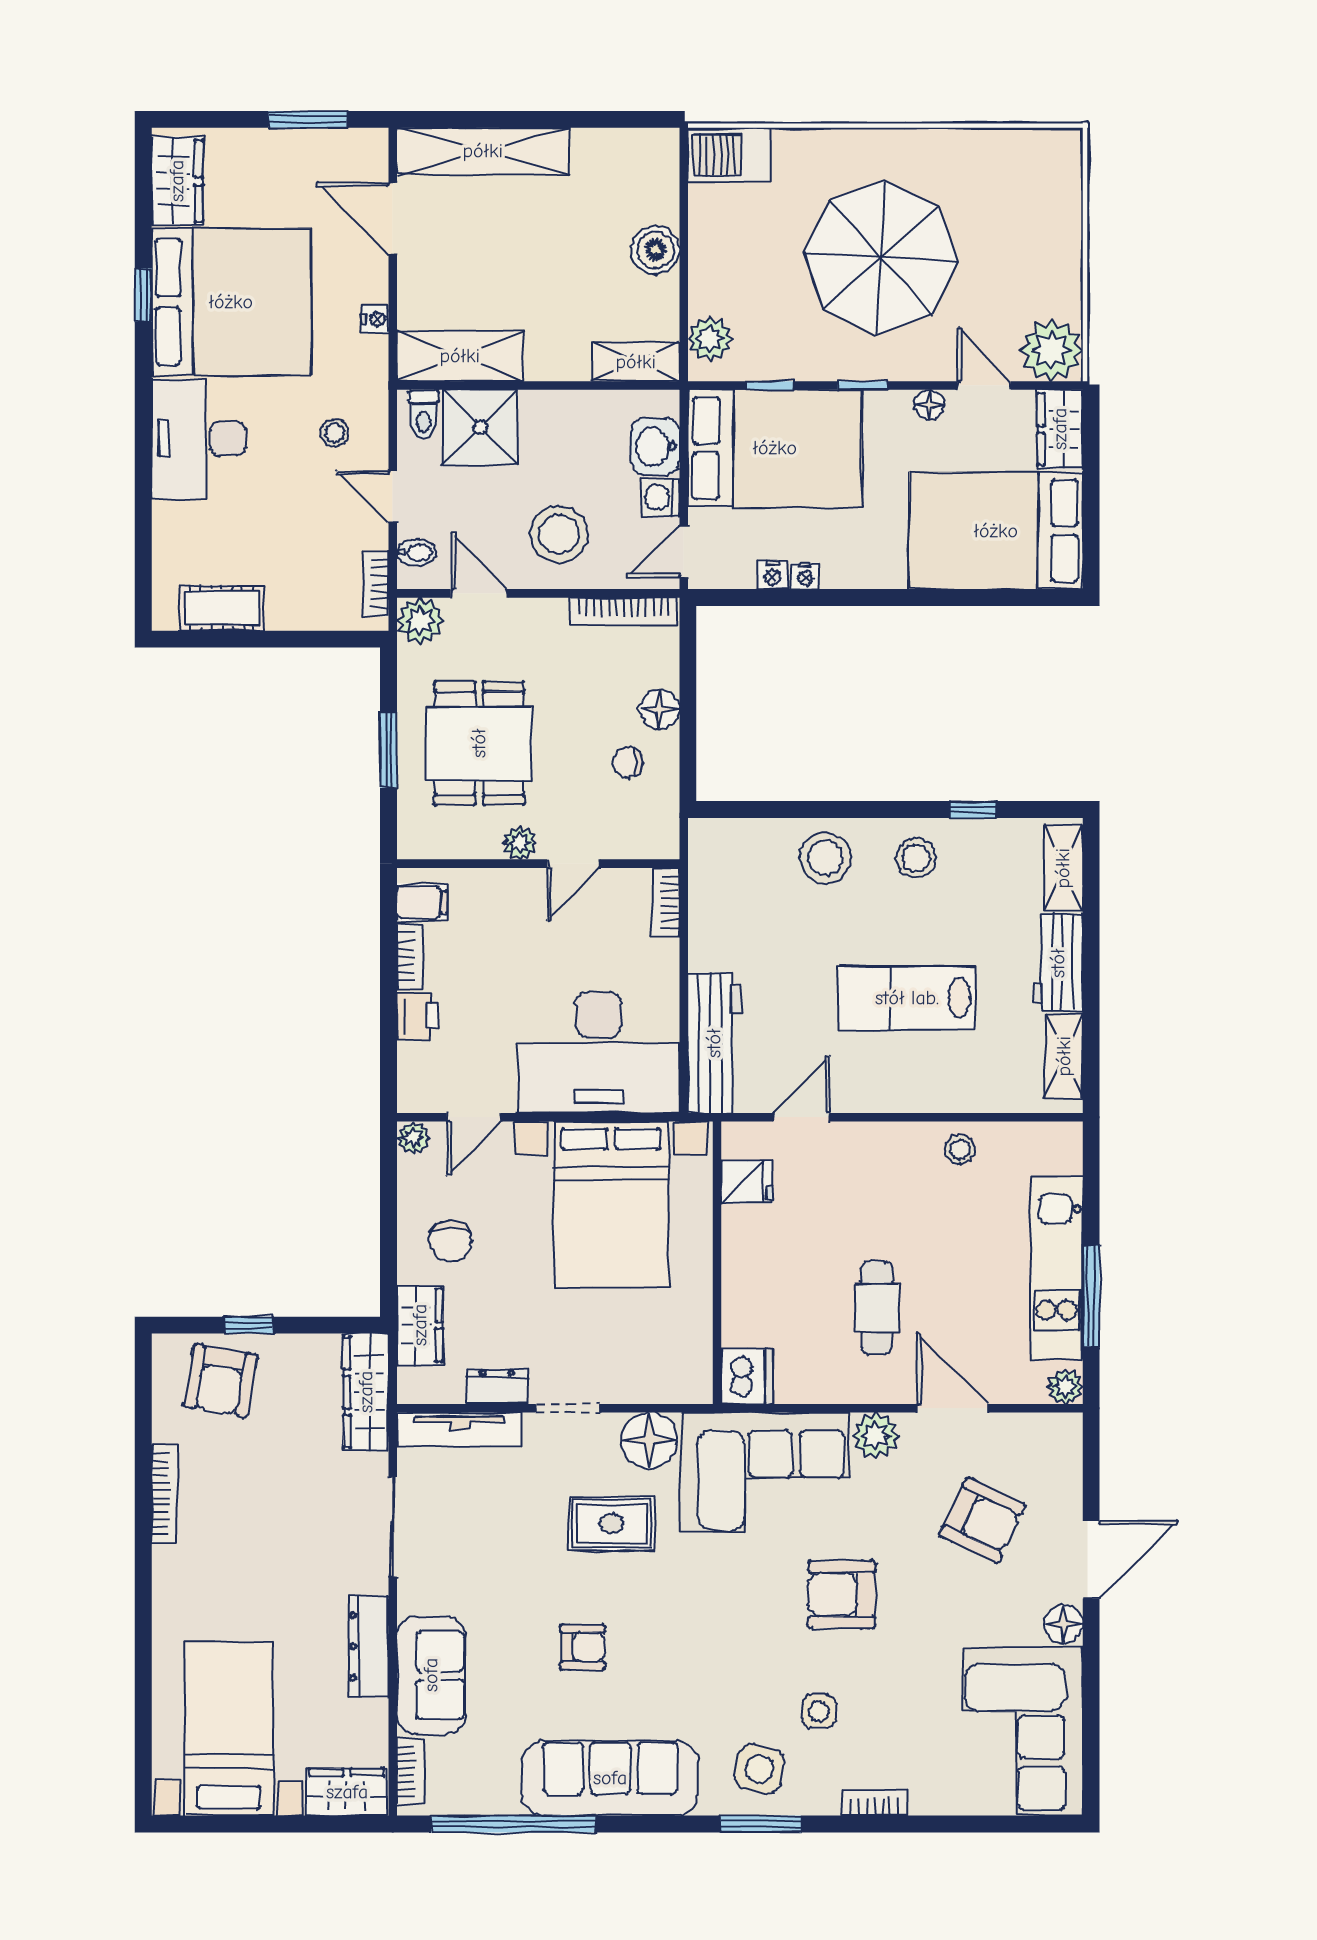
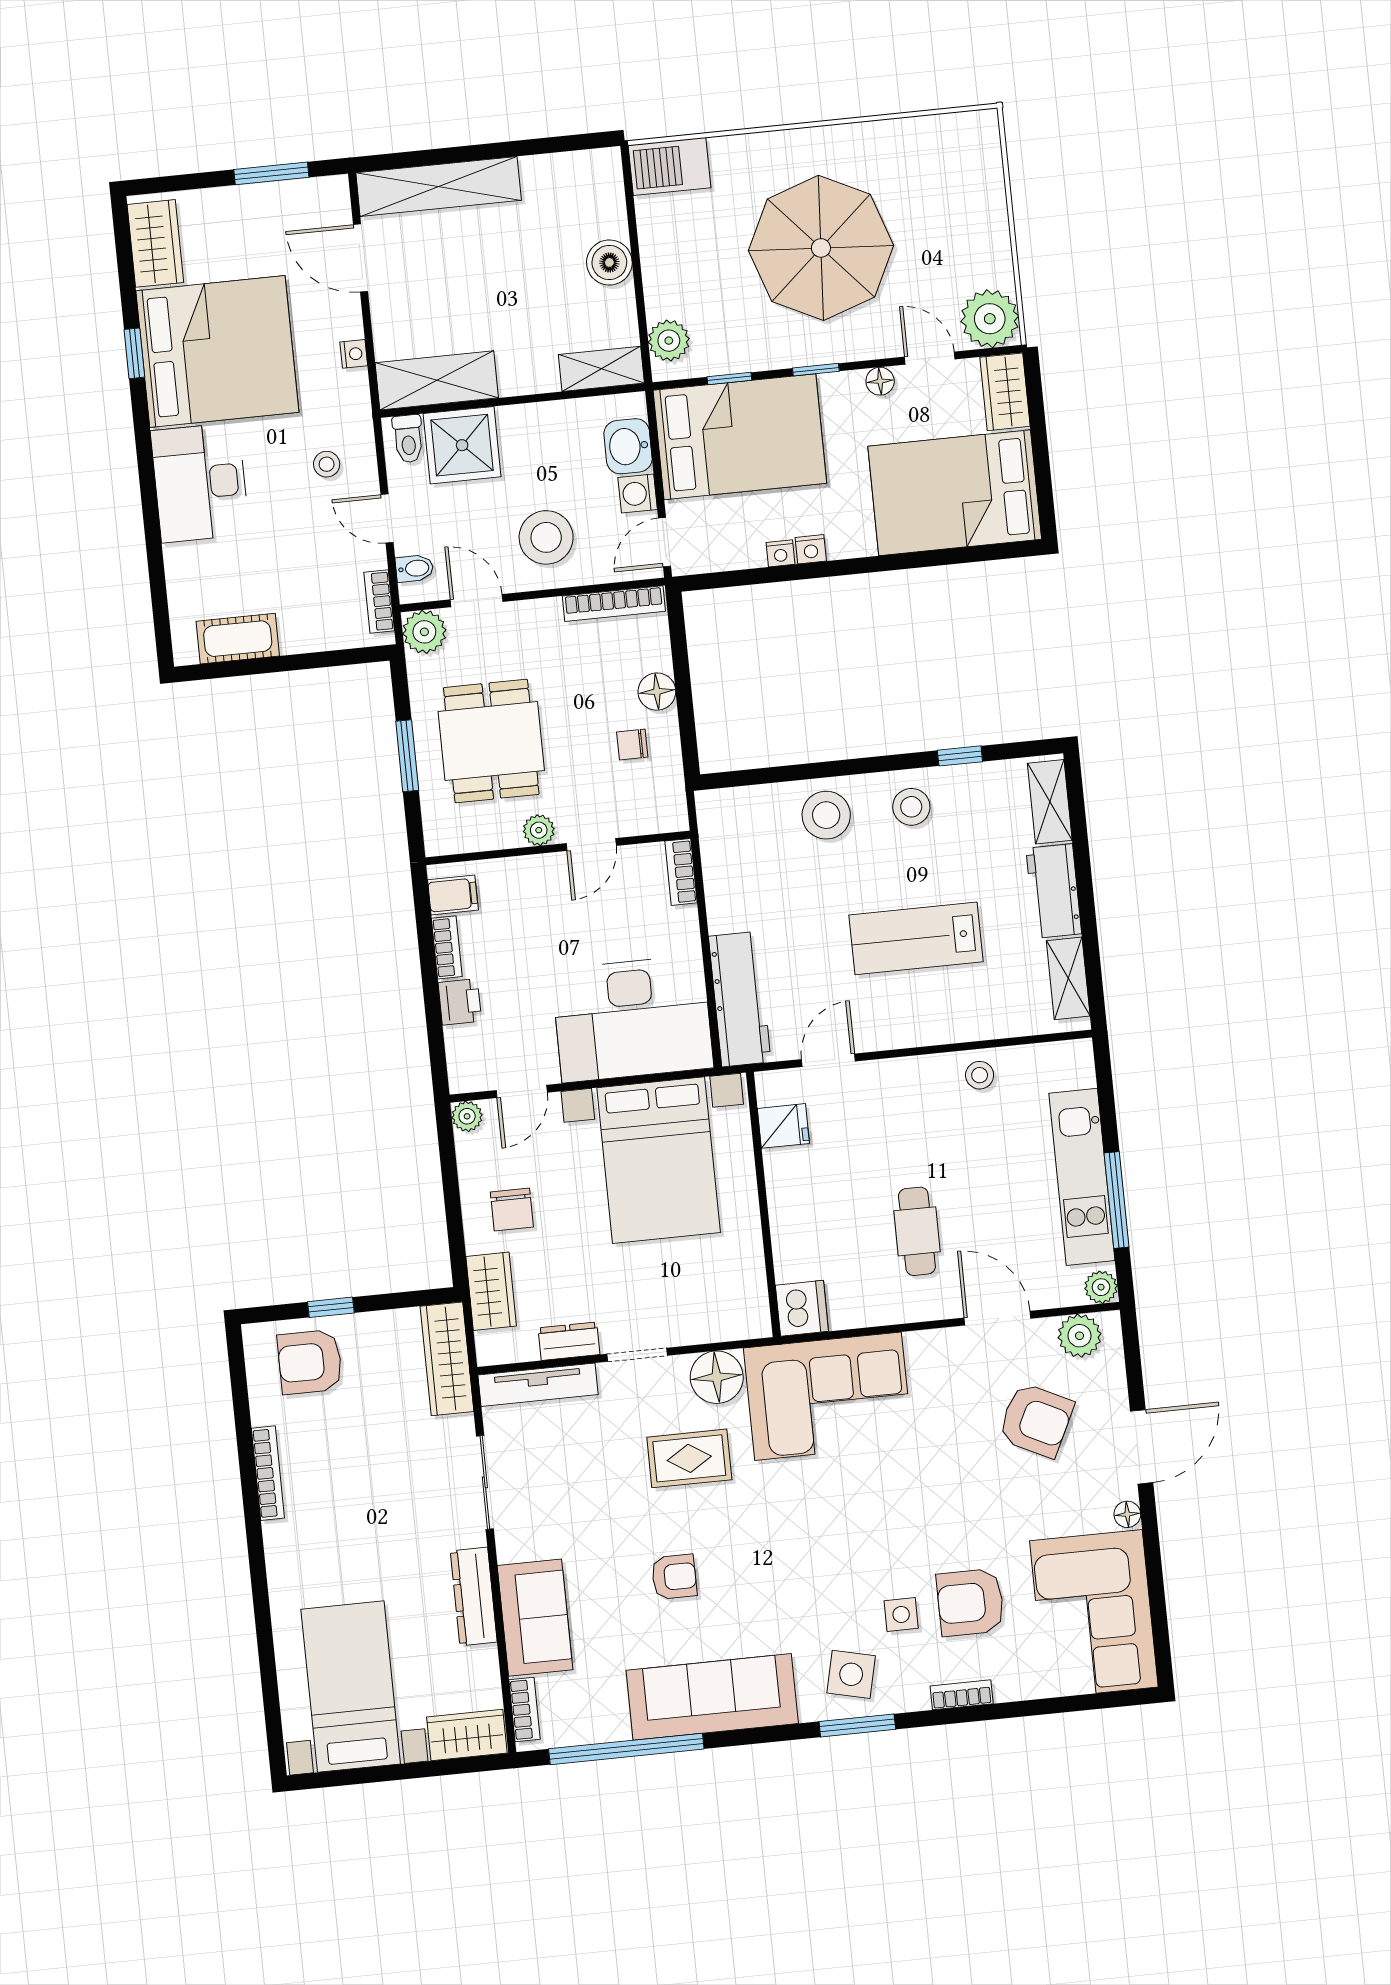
nightstand: (773, 575) -> (811, 549), moved
armchair: (221, 1381) -> (310, 1362), turned 80
plant: (876, 1436) -> (1080, 1336), moved
armchair: (842, 1595) -> (970, 1602), moved
floor lamp: (1064, 1624) -> (1127, 1514), width x0.73, depth x0.73

